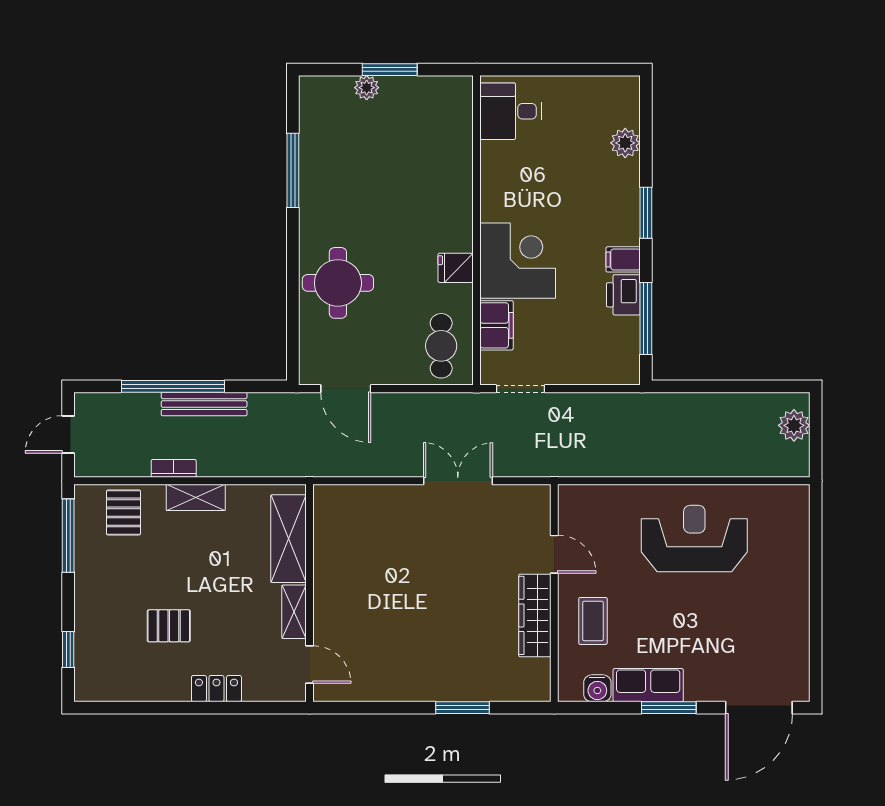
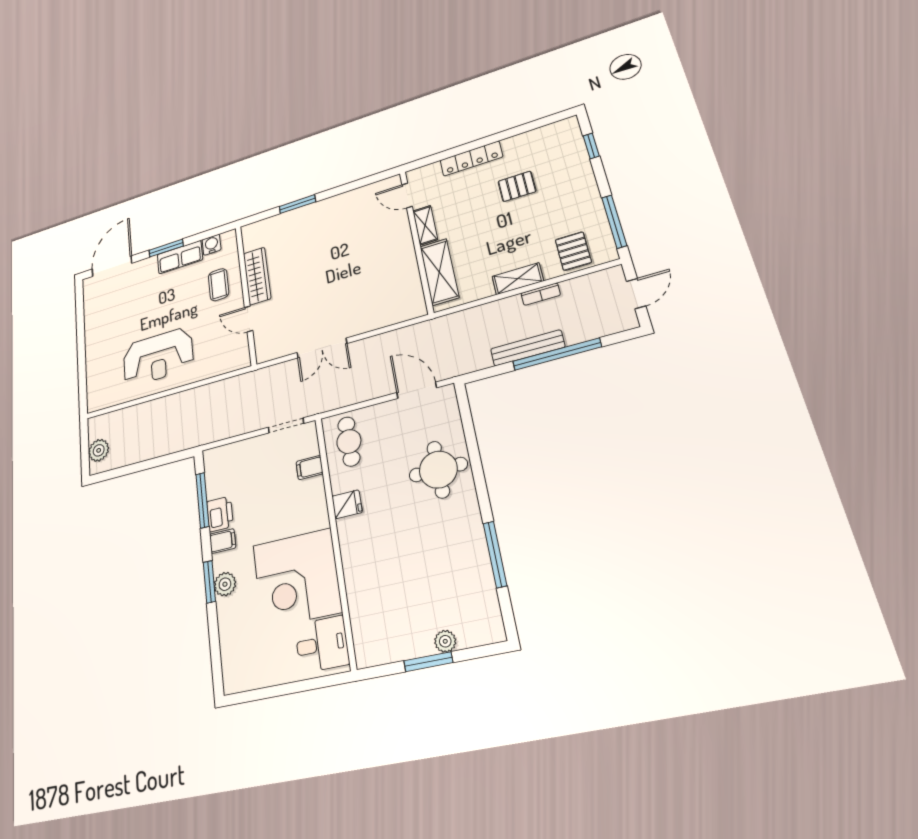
plant: (625, 143) -> (225, 584), moved
corner desk: (518, 261) -> (297, 578), moved, width x1.36, depth x1.36
filing cabinet: (497, 325) -> (310, 468), width x0.50
locker: (216, 689) -> (471, 159), width x1.53

